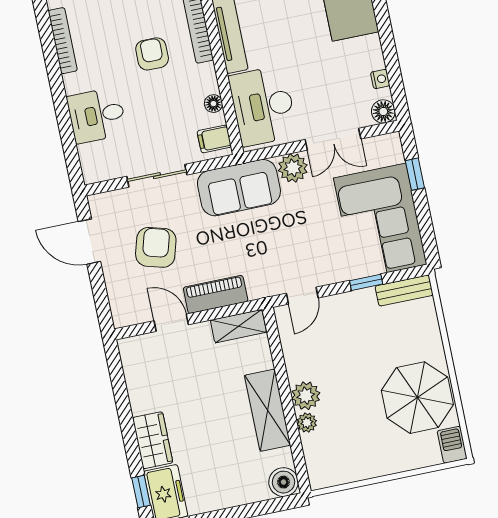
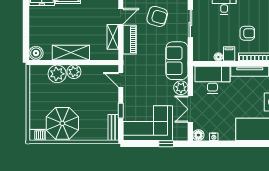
filing cabinet: (214, 139) -> (229, 54), moved
shelving: (238, 326) -> (113, 37), moved
plant: (307, 423) -> (57, 74), width x1.88, depth x1.88

